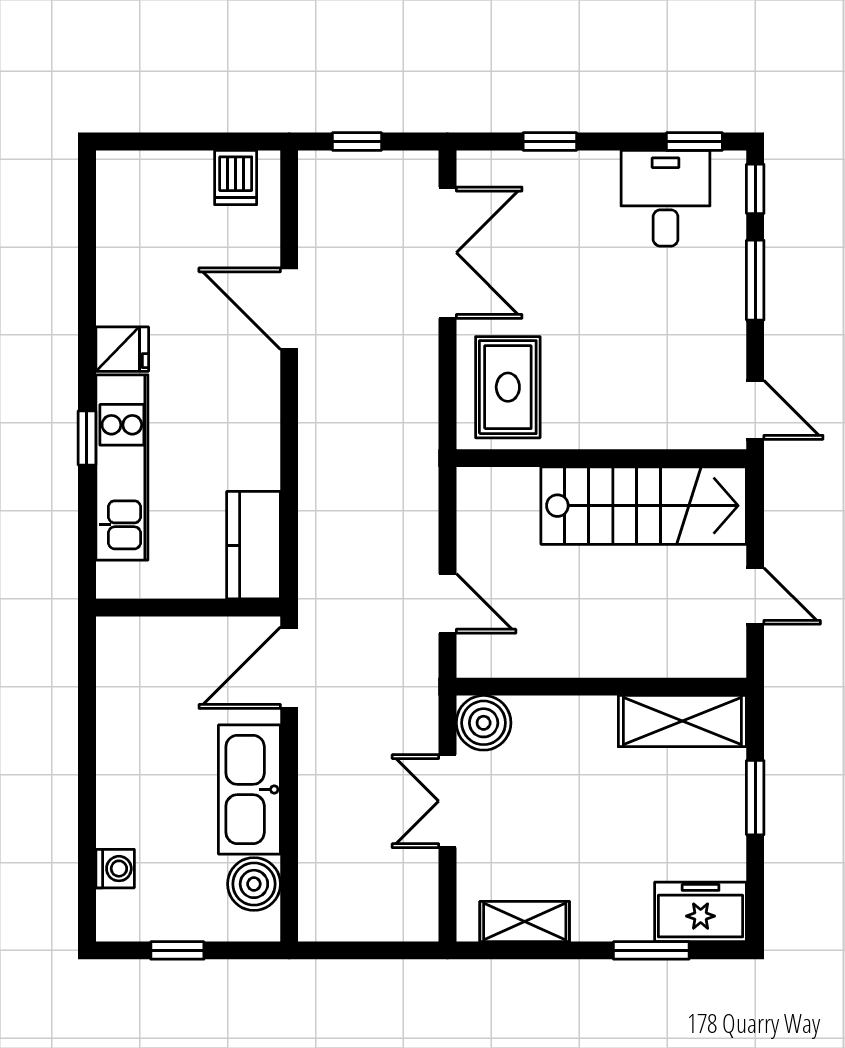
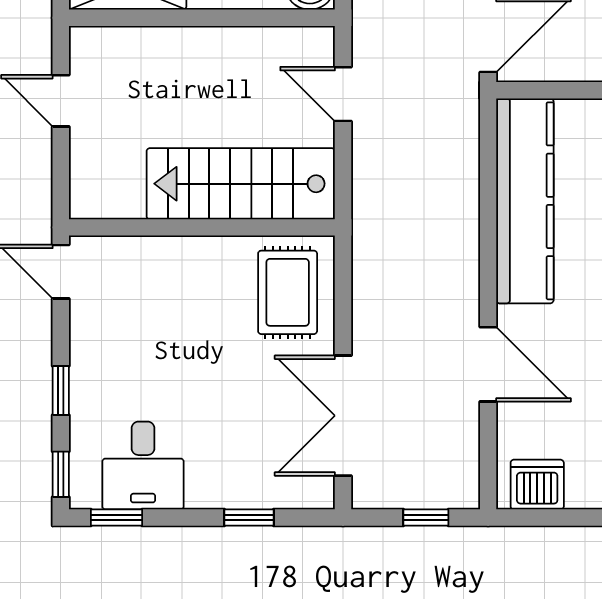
dishwasher: (236, 178) -> (537, 485), width x1.38
window: (755, 280) -> (61, 390), width x0.67
stairs: (644, 506) -> (241, 184), moved
kitchen counter: (254, 545) -> (525, 201), width x2.08, depth x1.17

